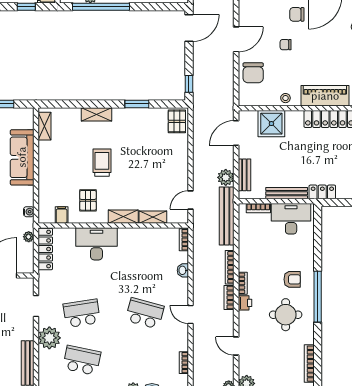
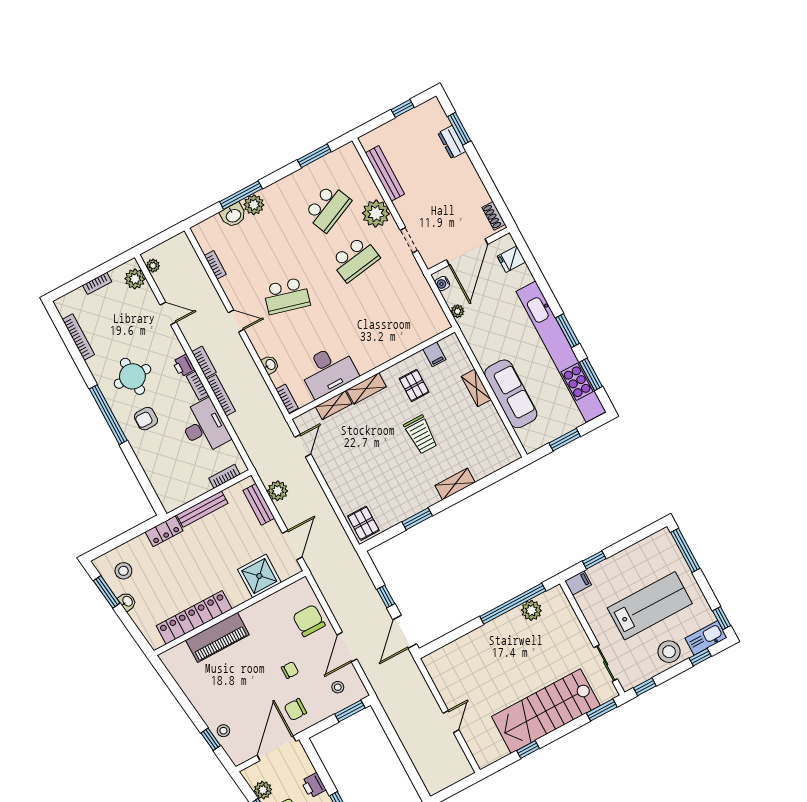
chair: (297, 14) -> (295, 710), turned 180
window: (189, 84) -> (386, 596), moved
stool: (285, 98) -> (338, 687), moved
shelving: (45, 126) -> (476, 388), moved
water cooler: (29, 212) -> (442, 284), moved
bench: (227, 216) -> (254, 449), removed
desk: (291, 219) -> (204, 427), moved, turned -90
desk: (96, 244) -> (328, 371), moved
locker: (45, 249) -> (432, 308), removed
school desk: (82, 360) -> (328, 208), turned -36

